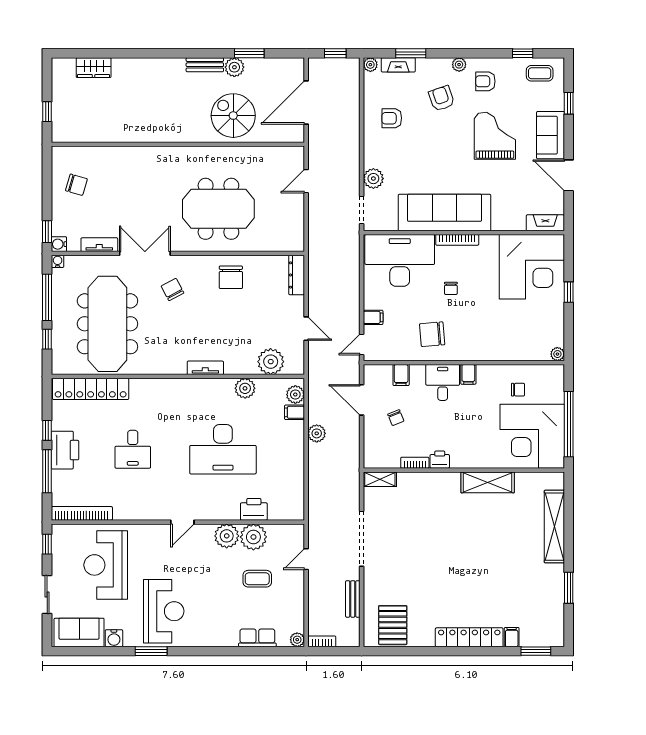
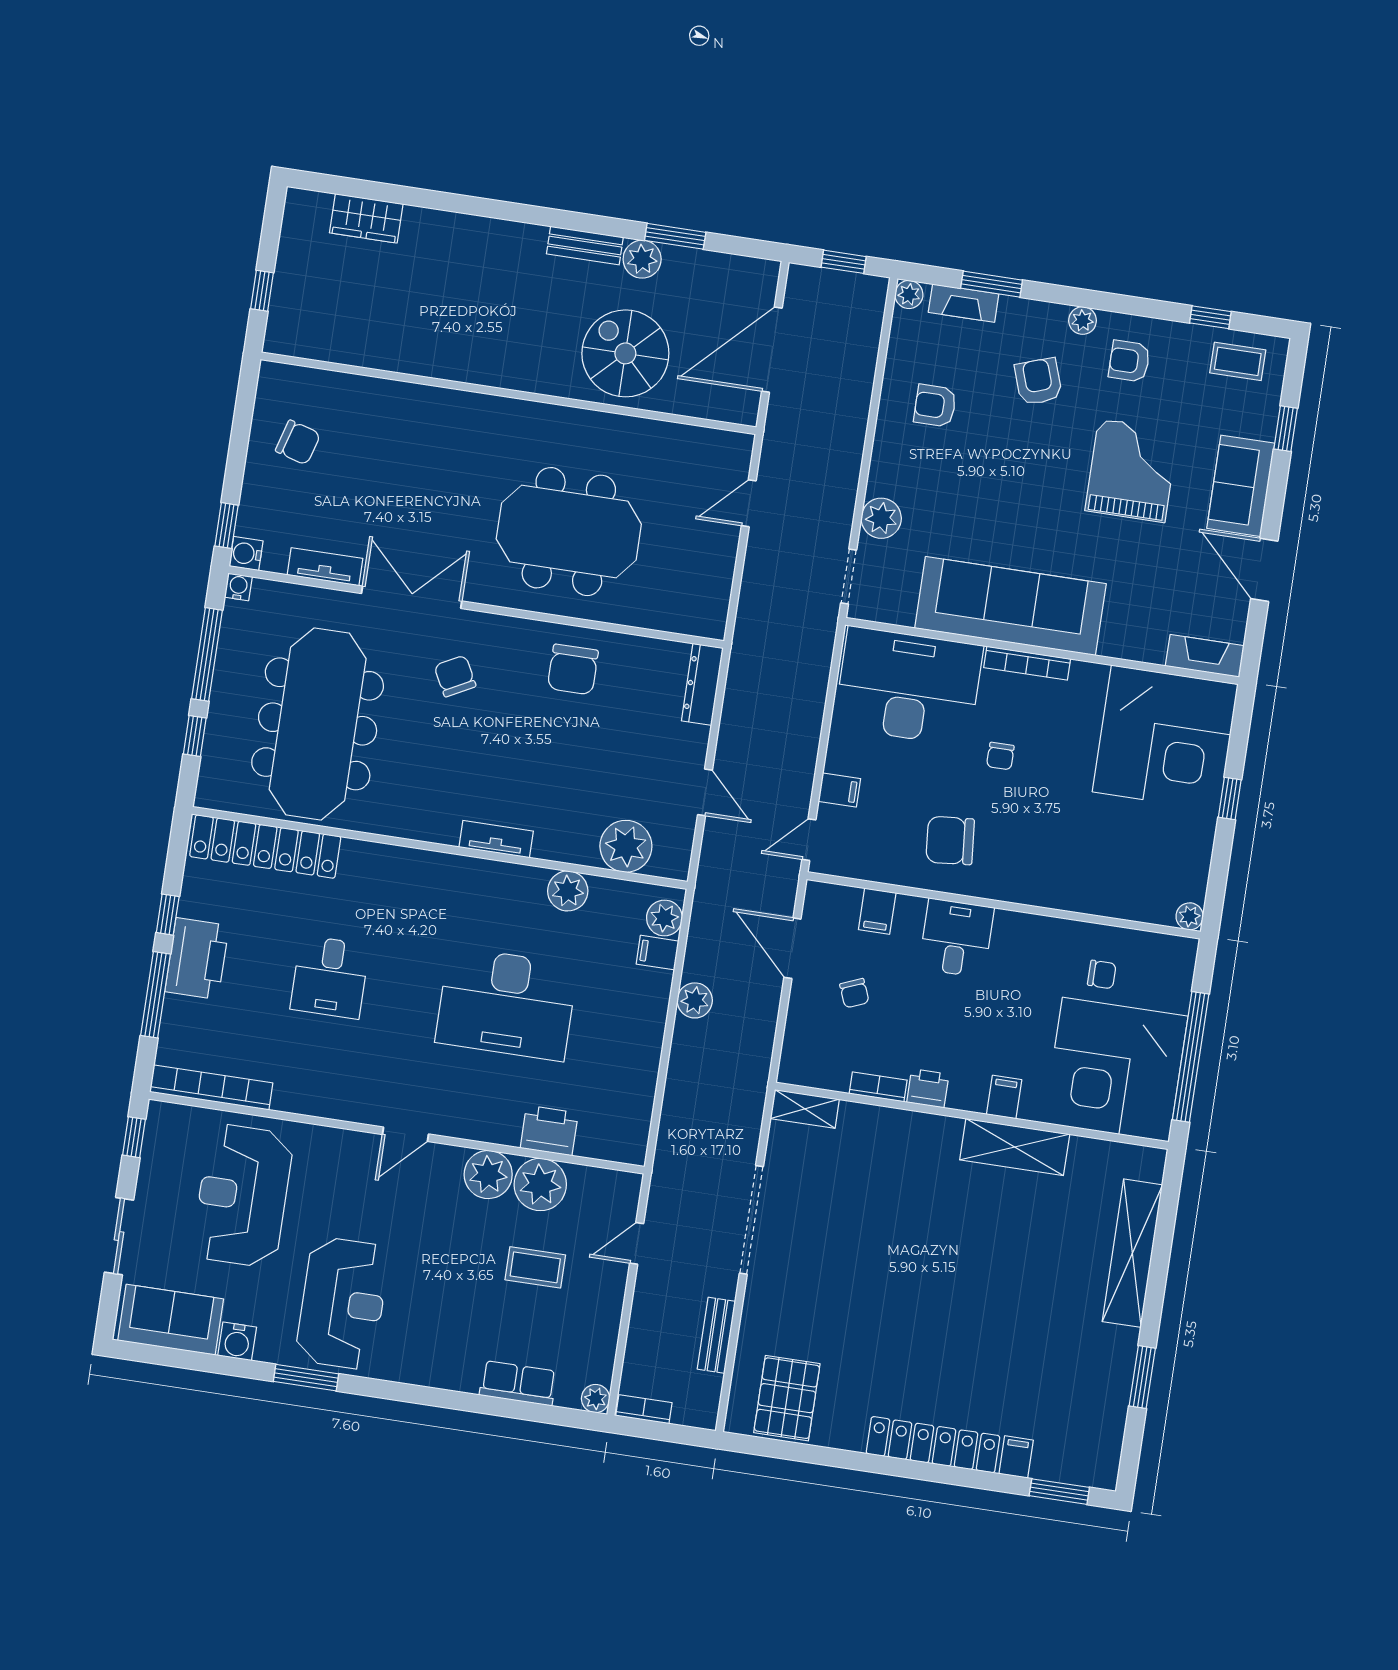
filing cabinet: (468, 374) -> (1004, 1097), moved, turned 180

